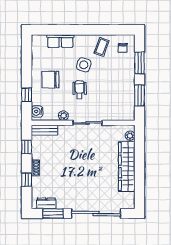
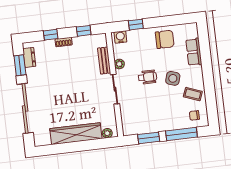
window: (140, 63) -> (181, 134), width x1.44
chair: (50, 80) -> (165, 39), moved, turned 90
bench: (44, 130) -> (104, 61), moved

